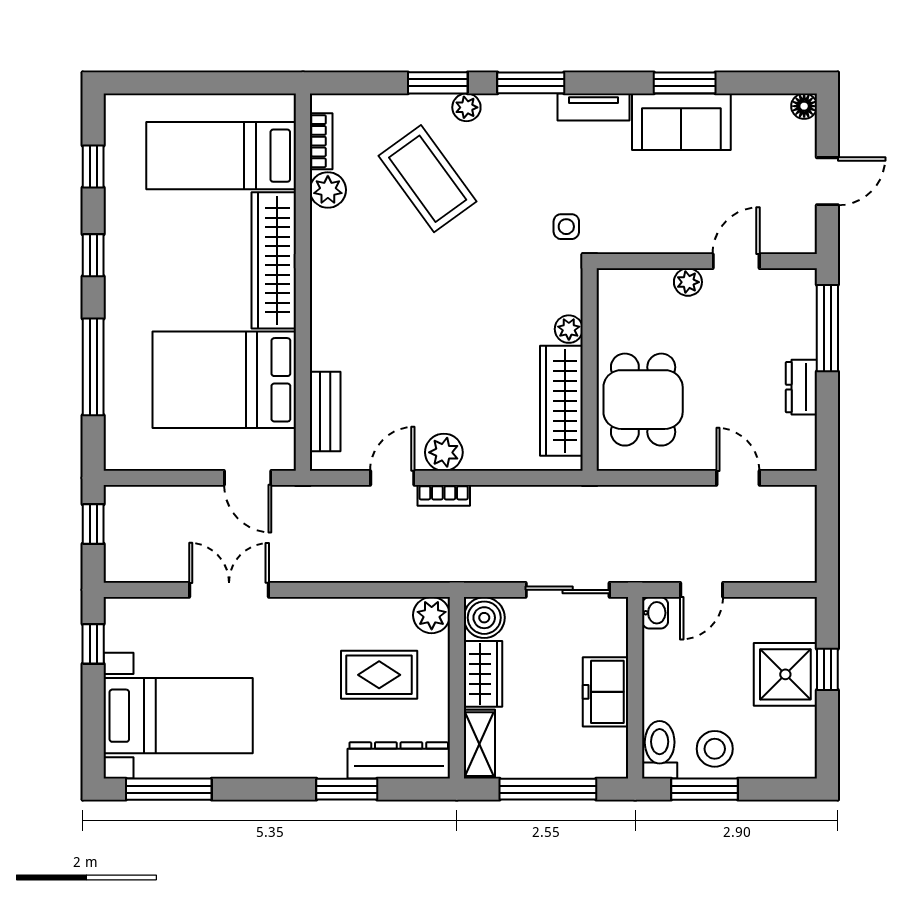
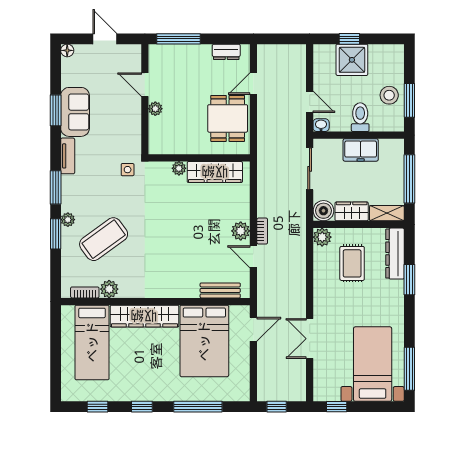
dresser: (801, 387) -> (226, 52), moved
dining table: (643, 400) -> (228, 118), moved, turned 90
toilet: (660, 750) -> (360, 117), moved, turned 90

